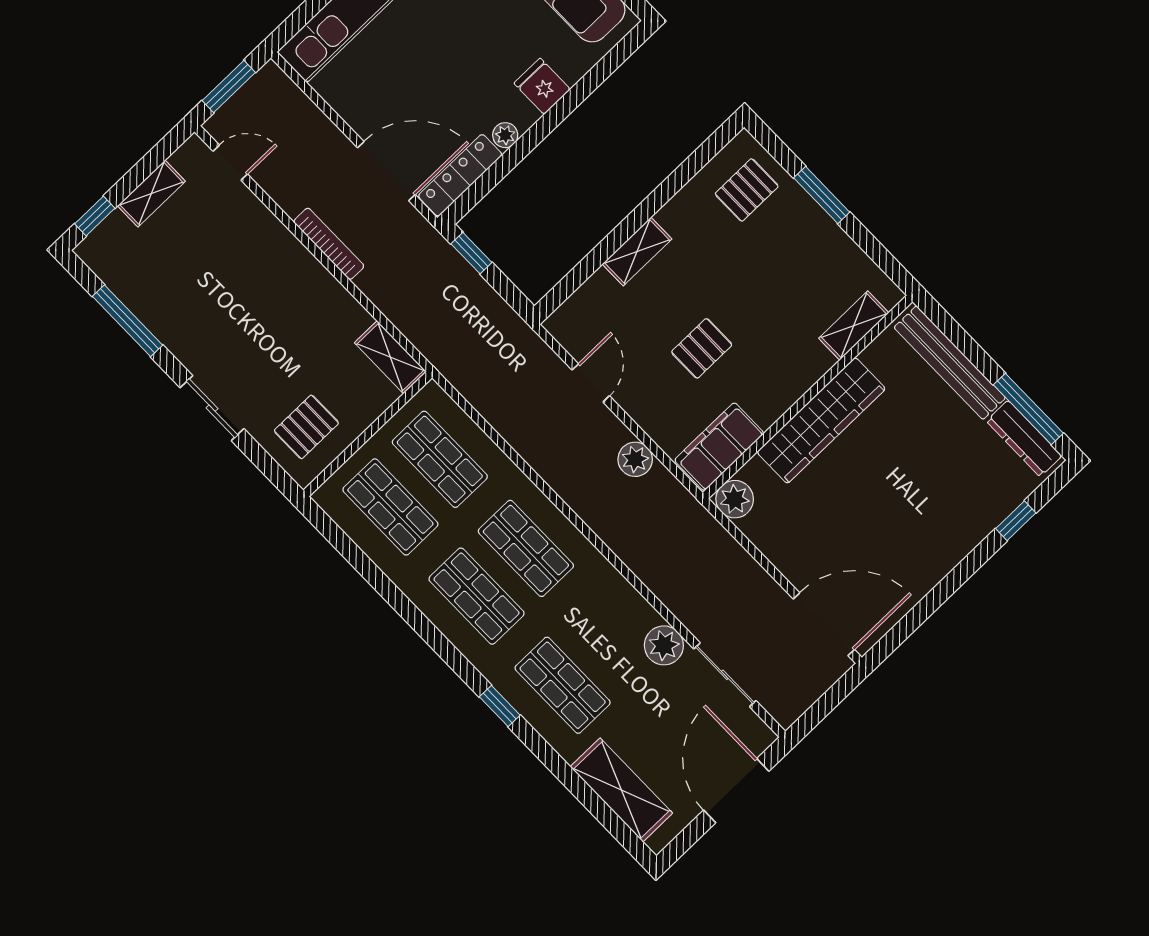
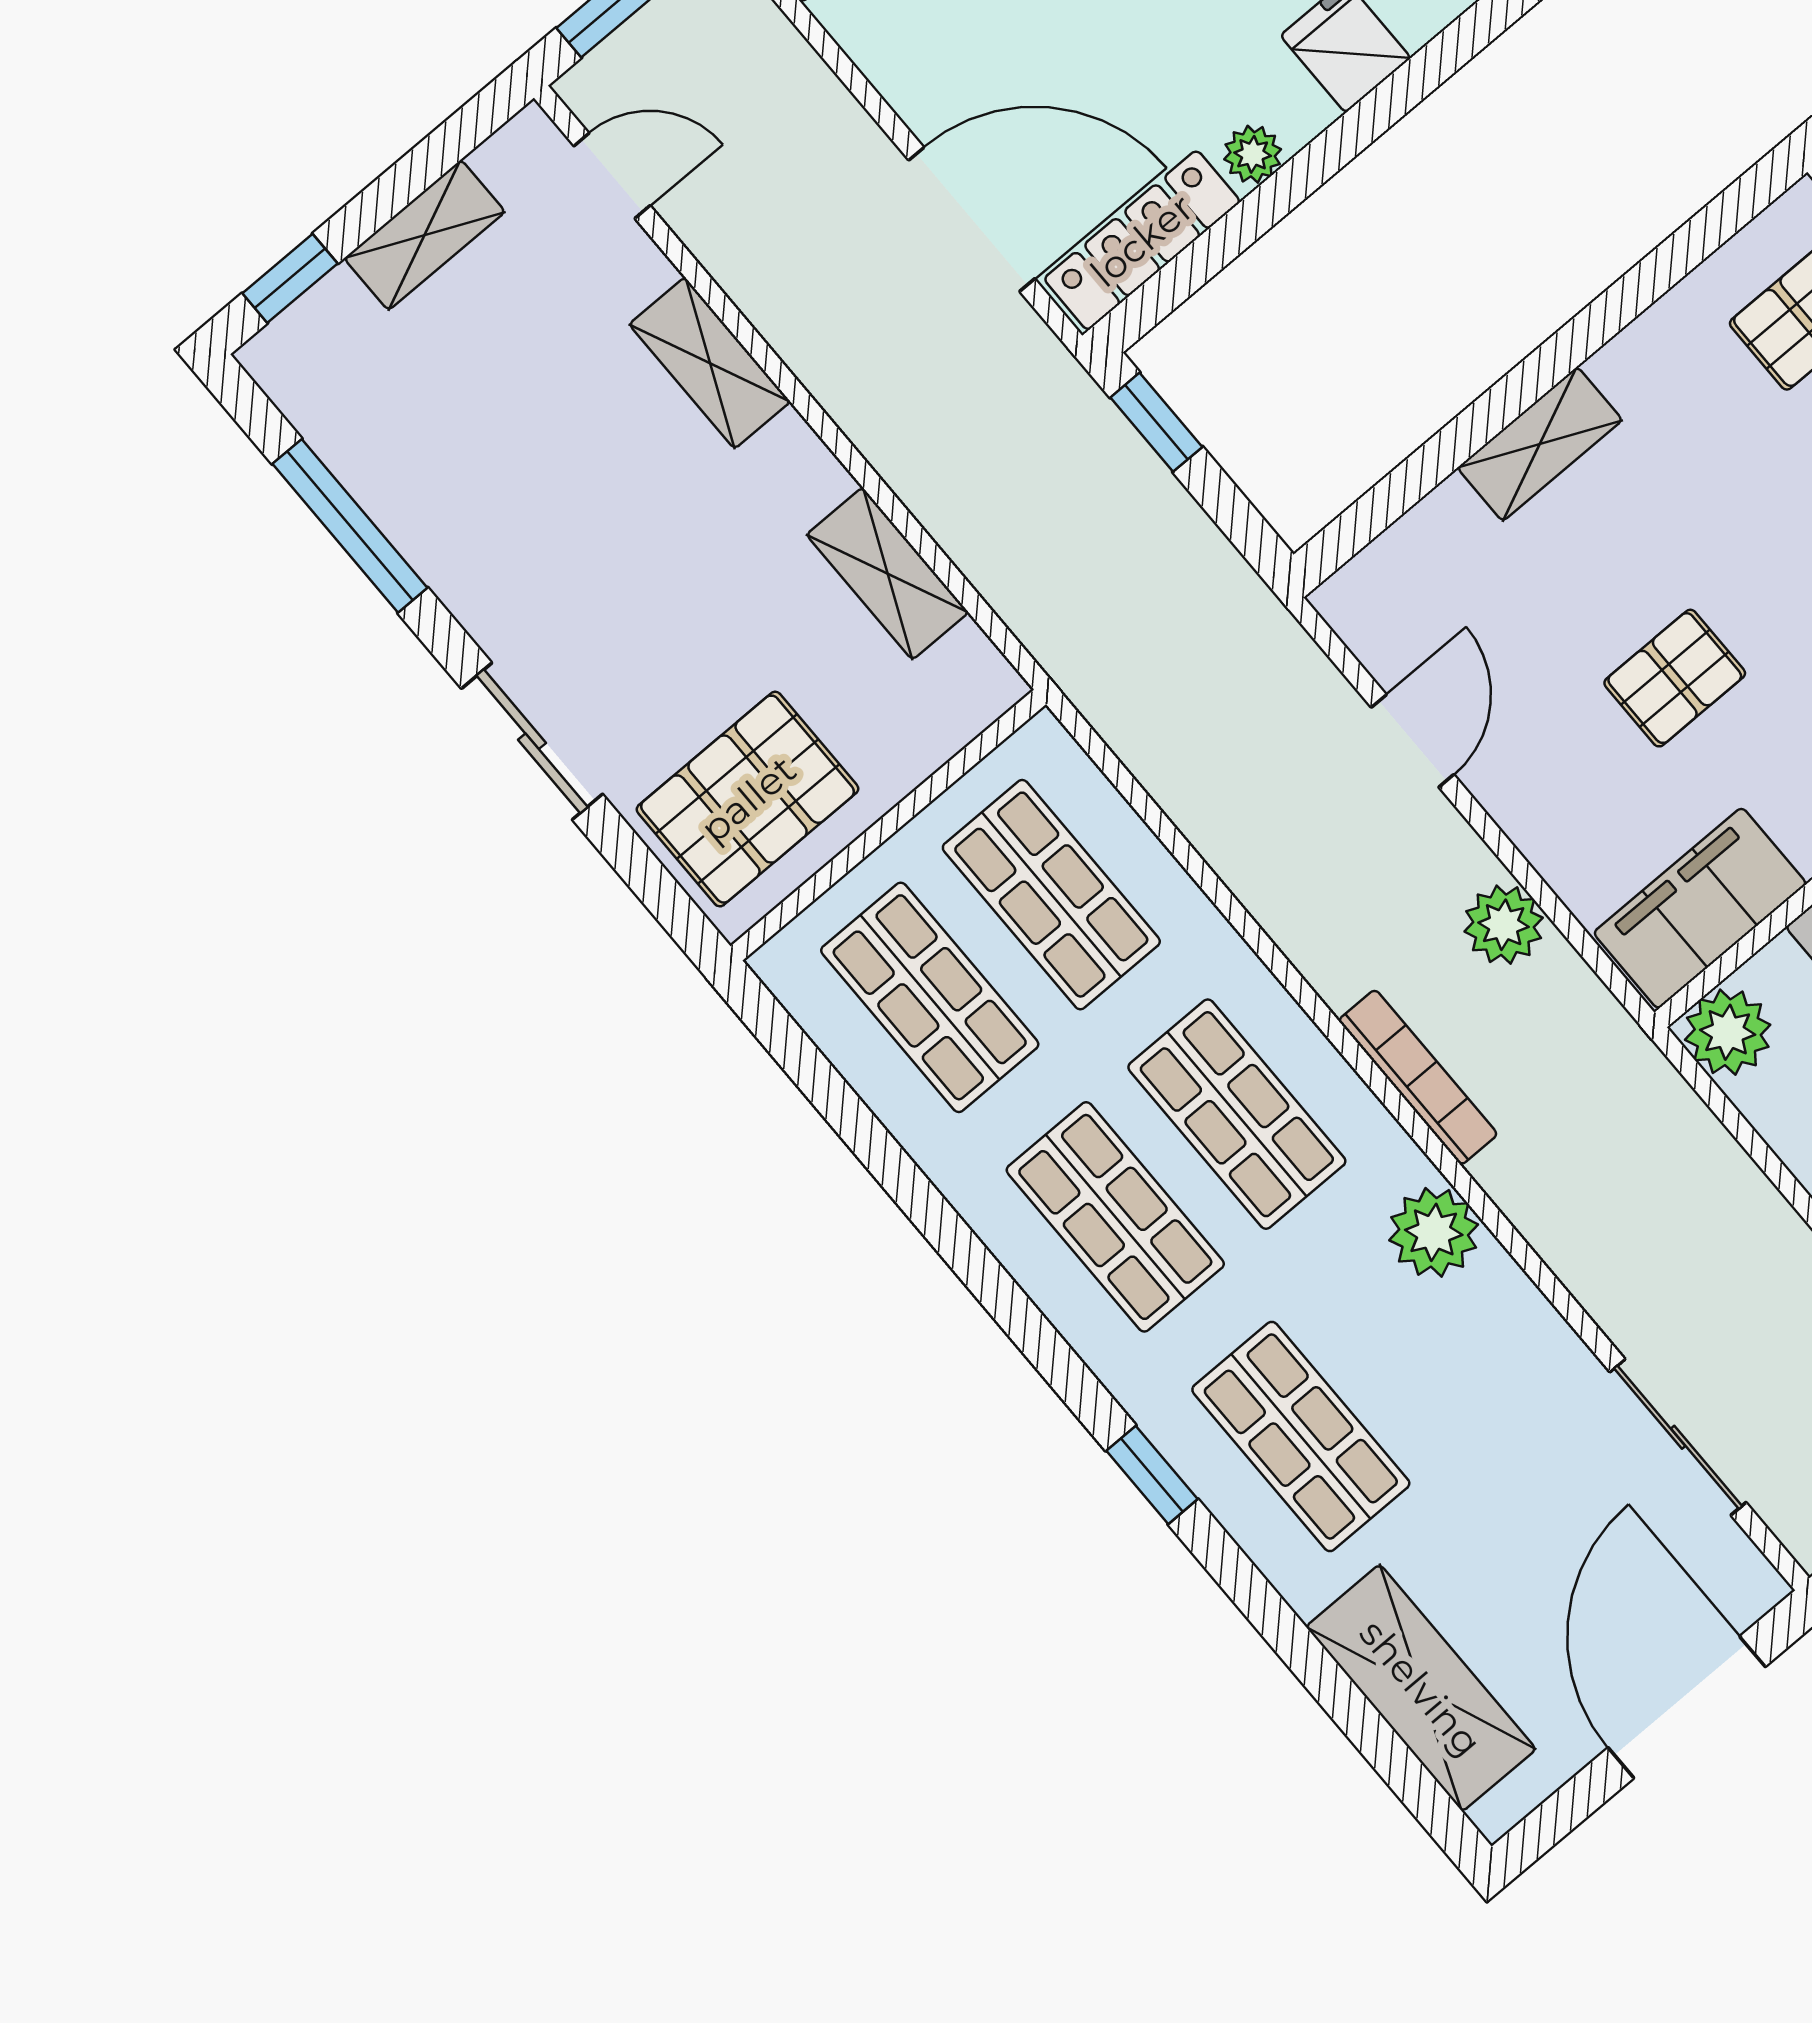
shelving: (278, 240) -> (710, 363), added
bookcase: (329, 244) -> (1418, 1077), moved
shelving: (390, 357) -> (888, 574), moved
pallet: (306, 427) -> (748, 799), width x1.50, depth x1.42
plant: (664, 645) -> (1434, 1232), moved

